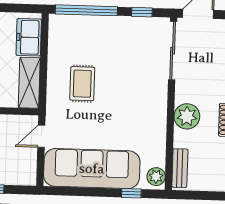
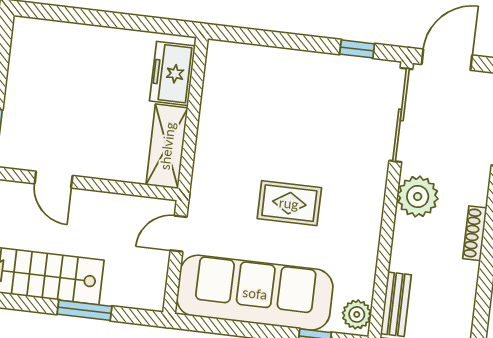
window: (86, 10) -> (268, 38), removed
rug: (82, 84) -> (289, 203), moved, turned 90
plant: (187, 116) -> (418, 197), moved

